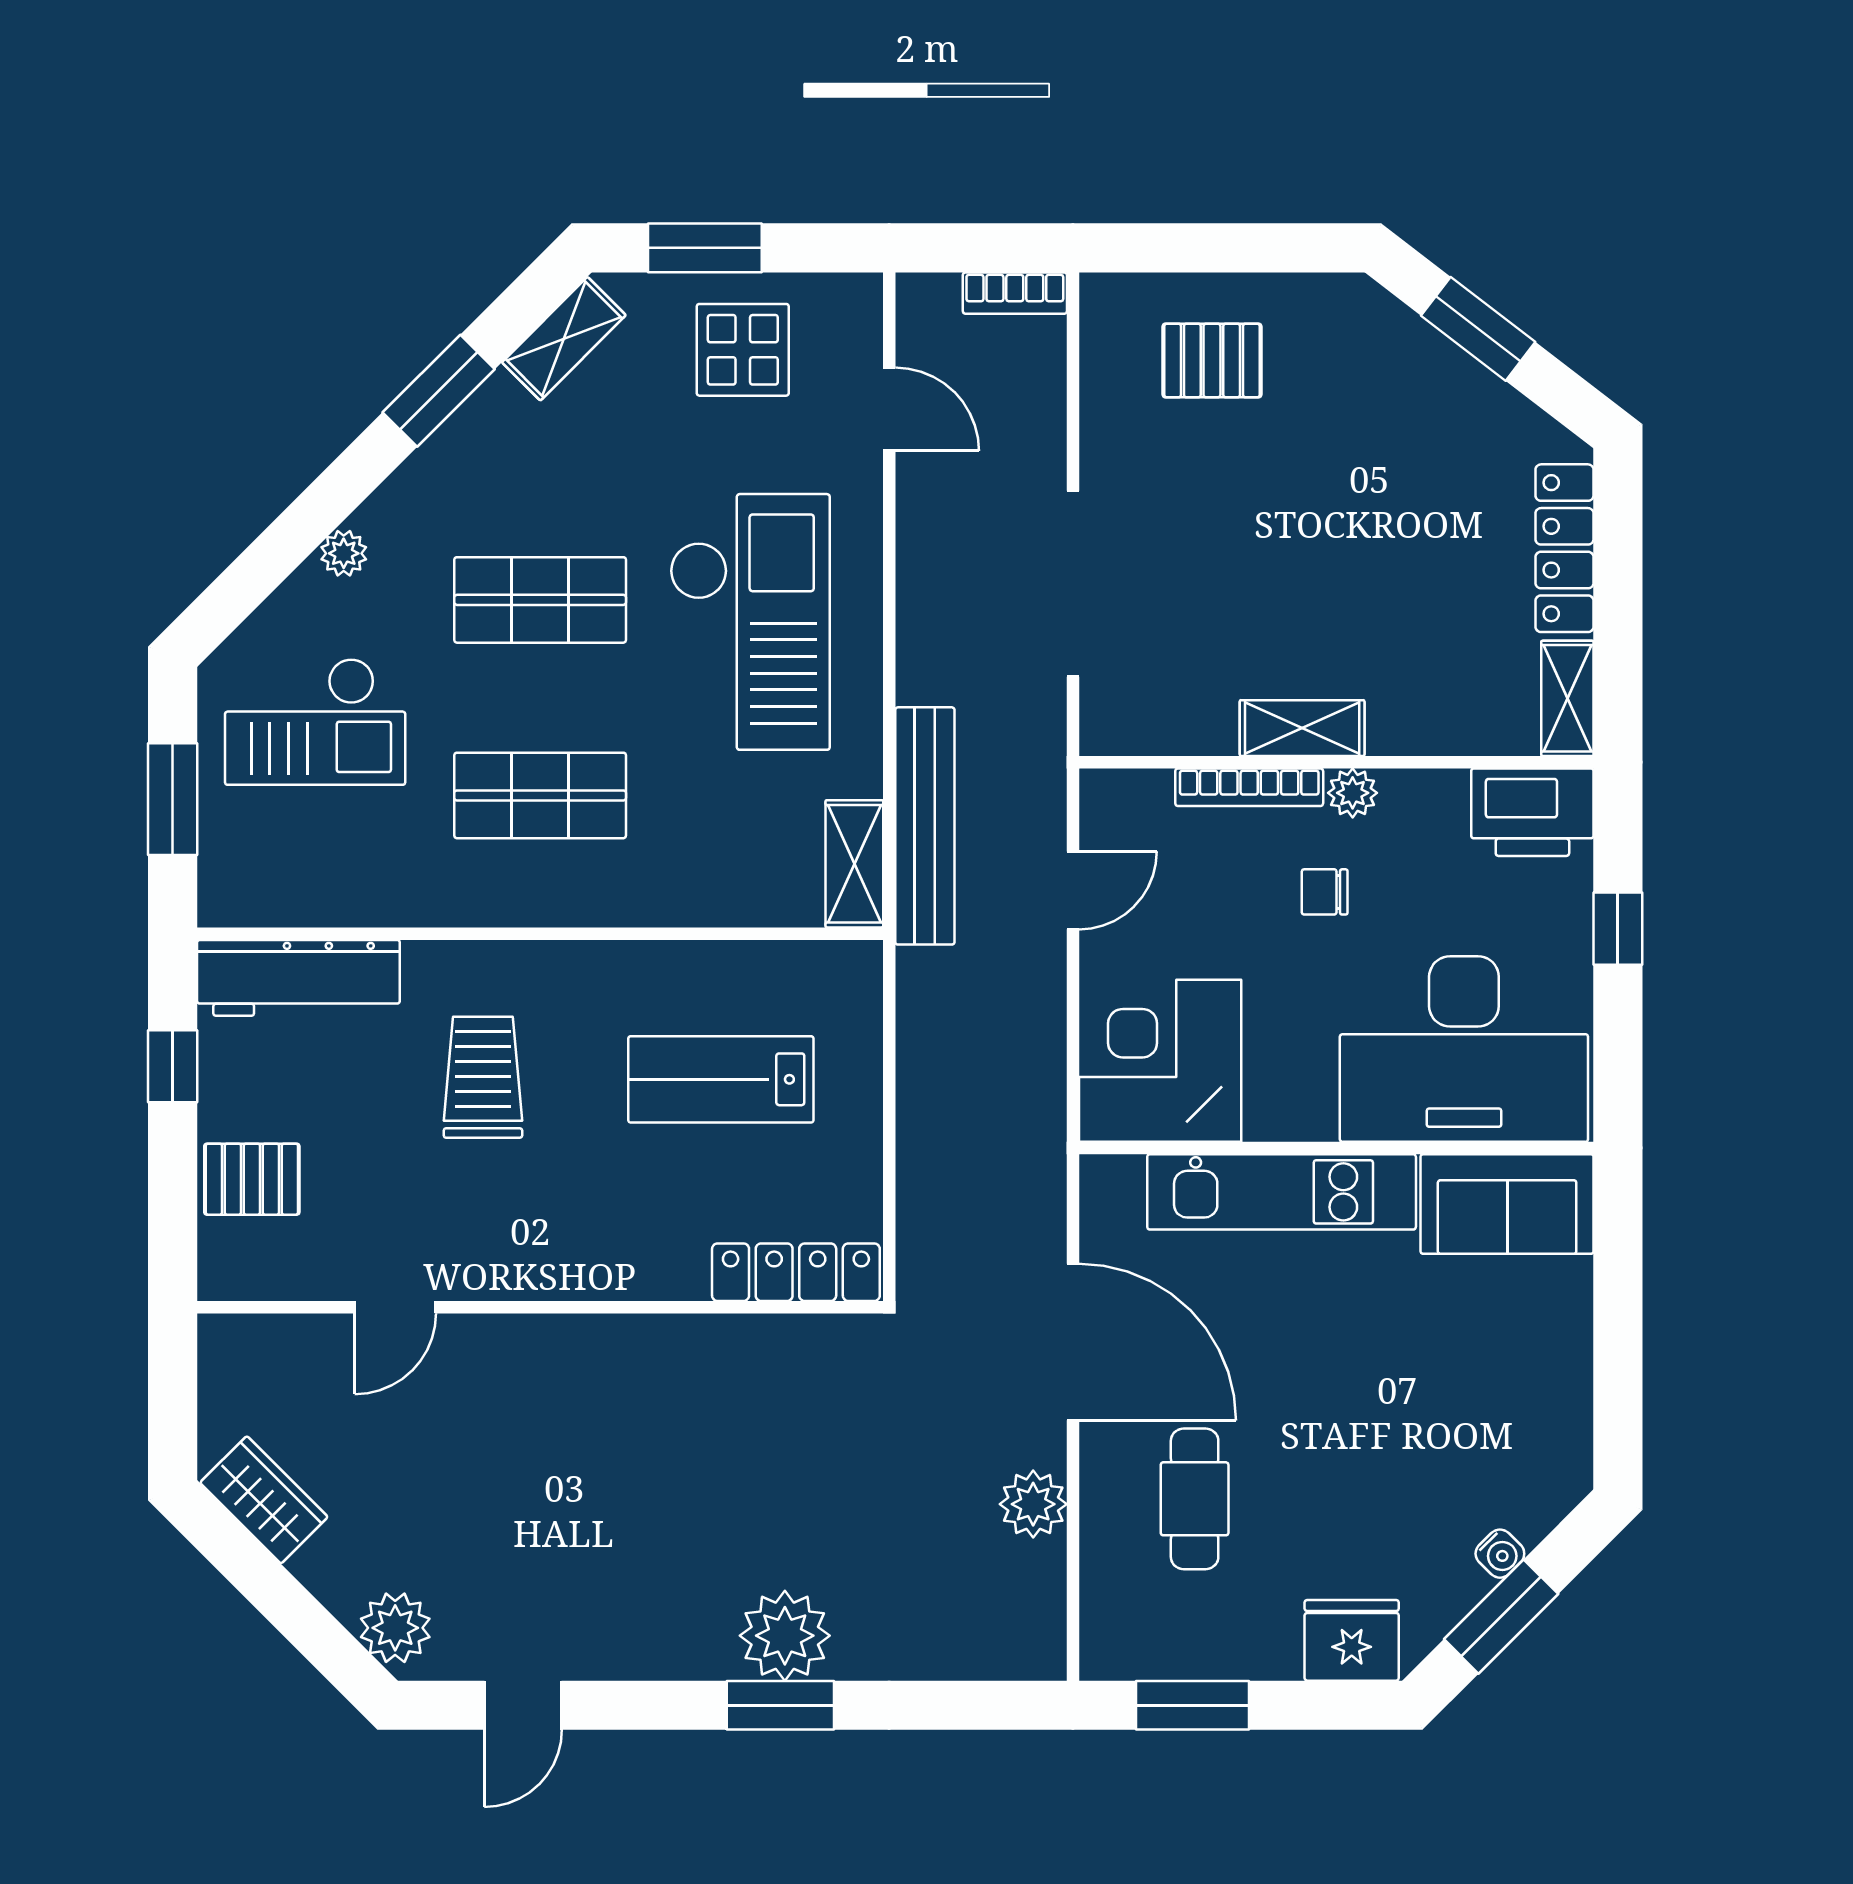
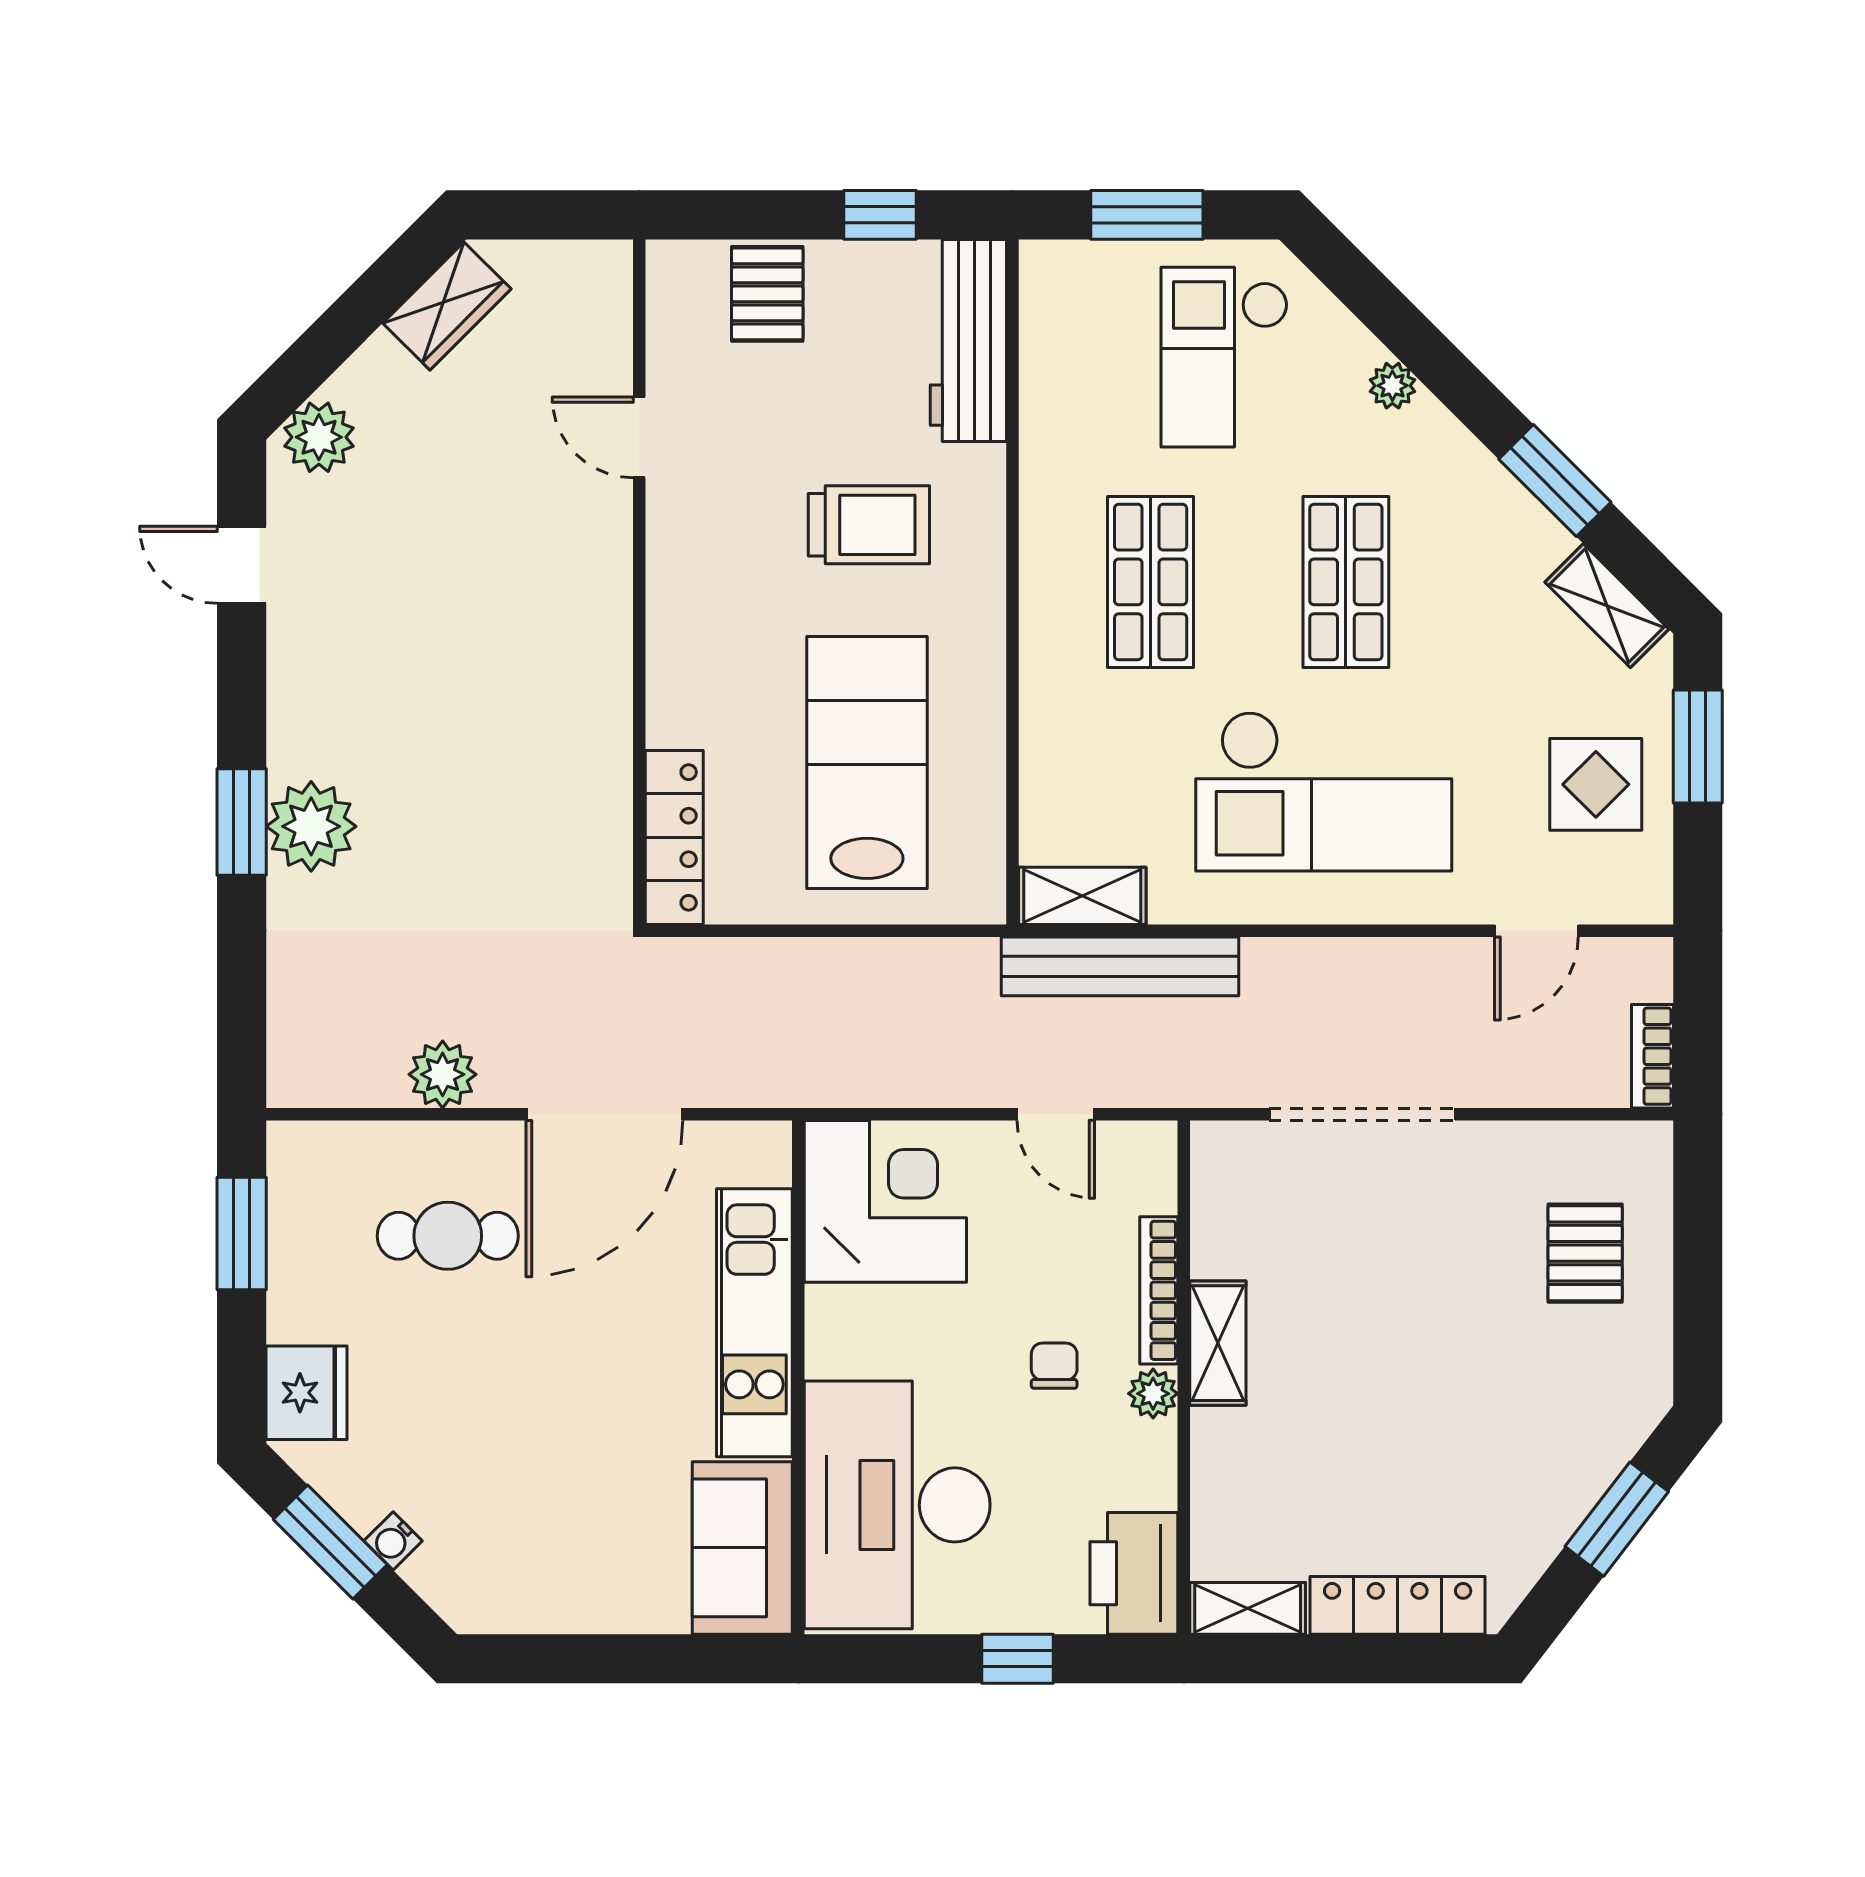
lab bench: (721, 1079) -> (867, 763), width x1.36, depth x1.39

